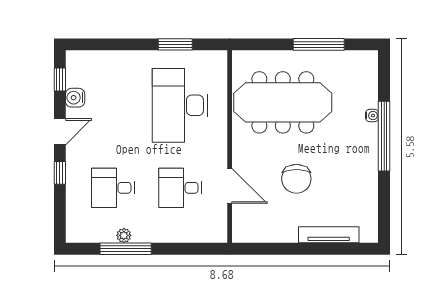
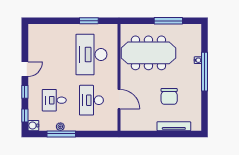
window: (60, 80) -> (25, 116), moved
water cooler: (75, 98) -> (33, 126), moved
chair: (296, 179) -> (169, 96), moved
desk: (180, 188) -> (91, 100), width x1.37

